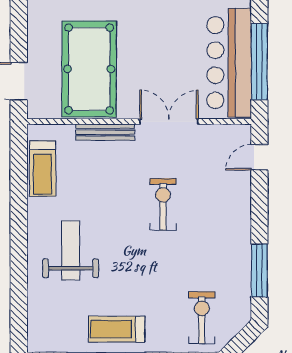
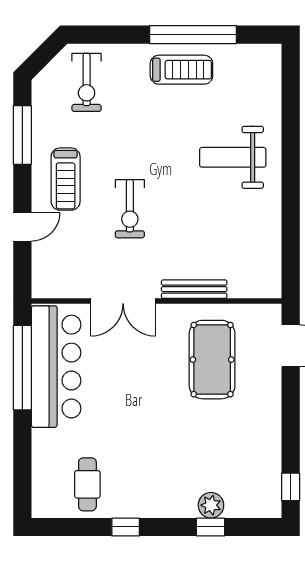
pool table: (89, 69) -> (212, 360), width x0.73, depth x0.76
door: (259, 157) -> (22, 227), moved
treadmill: (43, 169) -> (66, 179), moved, turned 180
weight bench: (71, 250) -> (233, 157), turned 90

